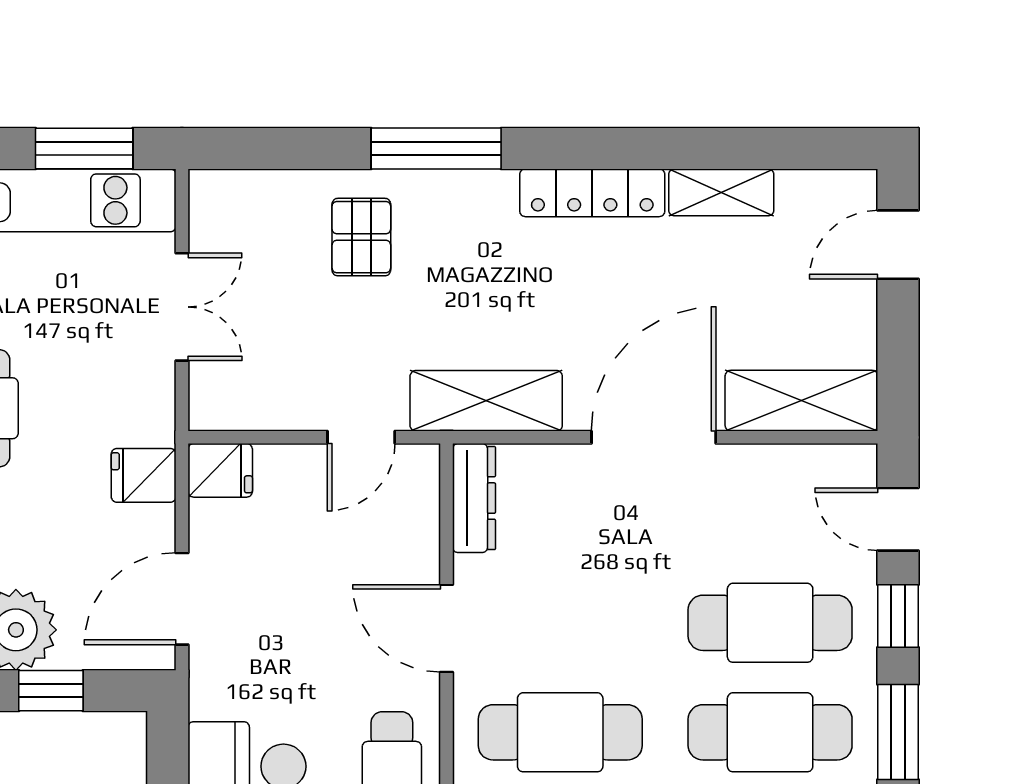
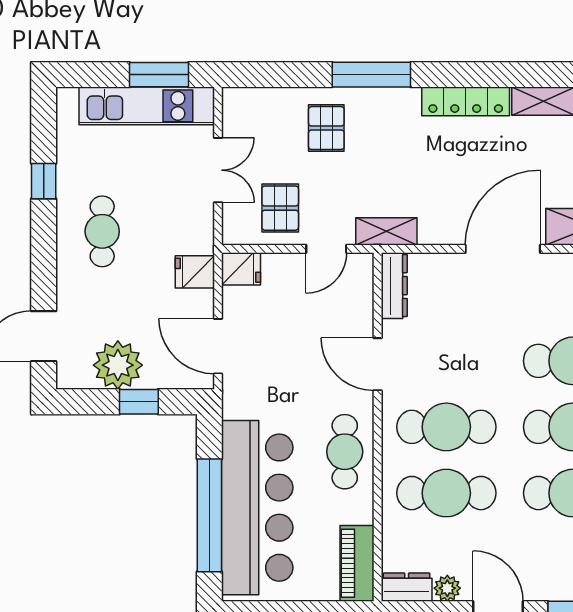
pallet: (285, 370) -> (280, 208), added
shelving: (486, 401) -> (386, 231), width x0.67, depth x0.75
door: (182, 599) -> (218, 346), hinge flipped

